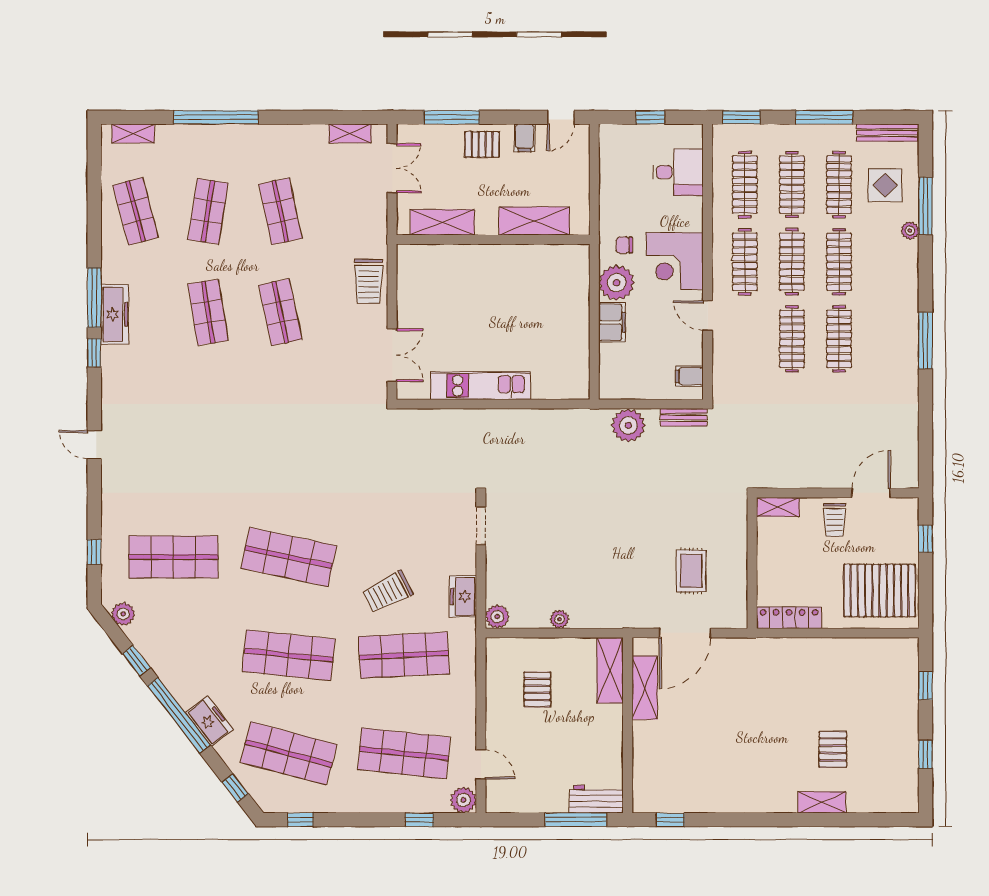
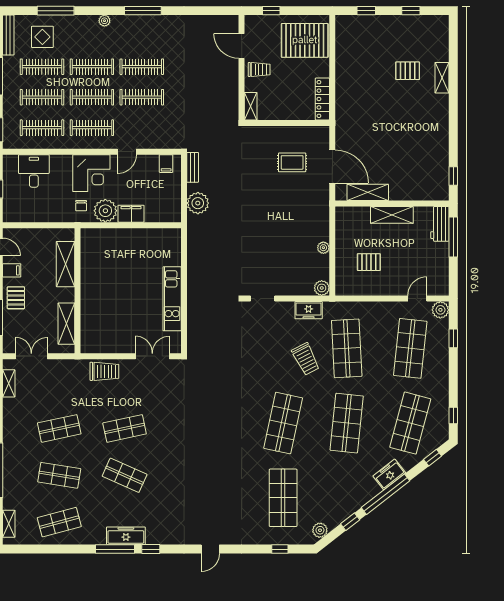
plant: (910, 230) -> (104, 21), moved
shop shelf: (208, 312) -> (125, 475), turned 33
pallet: (880, 590) -> (305, 40), turned 90
shelving: (610, 670) -> (392, 215), moved

